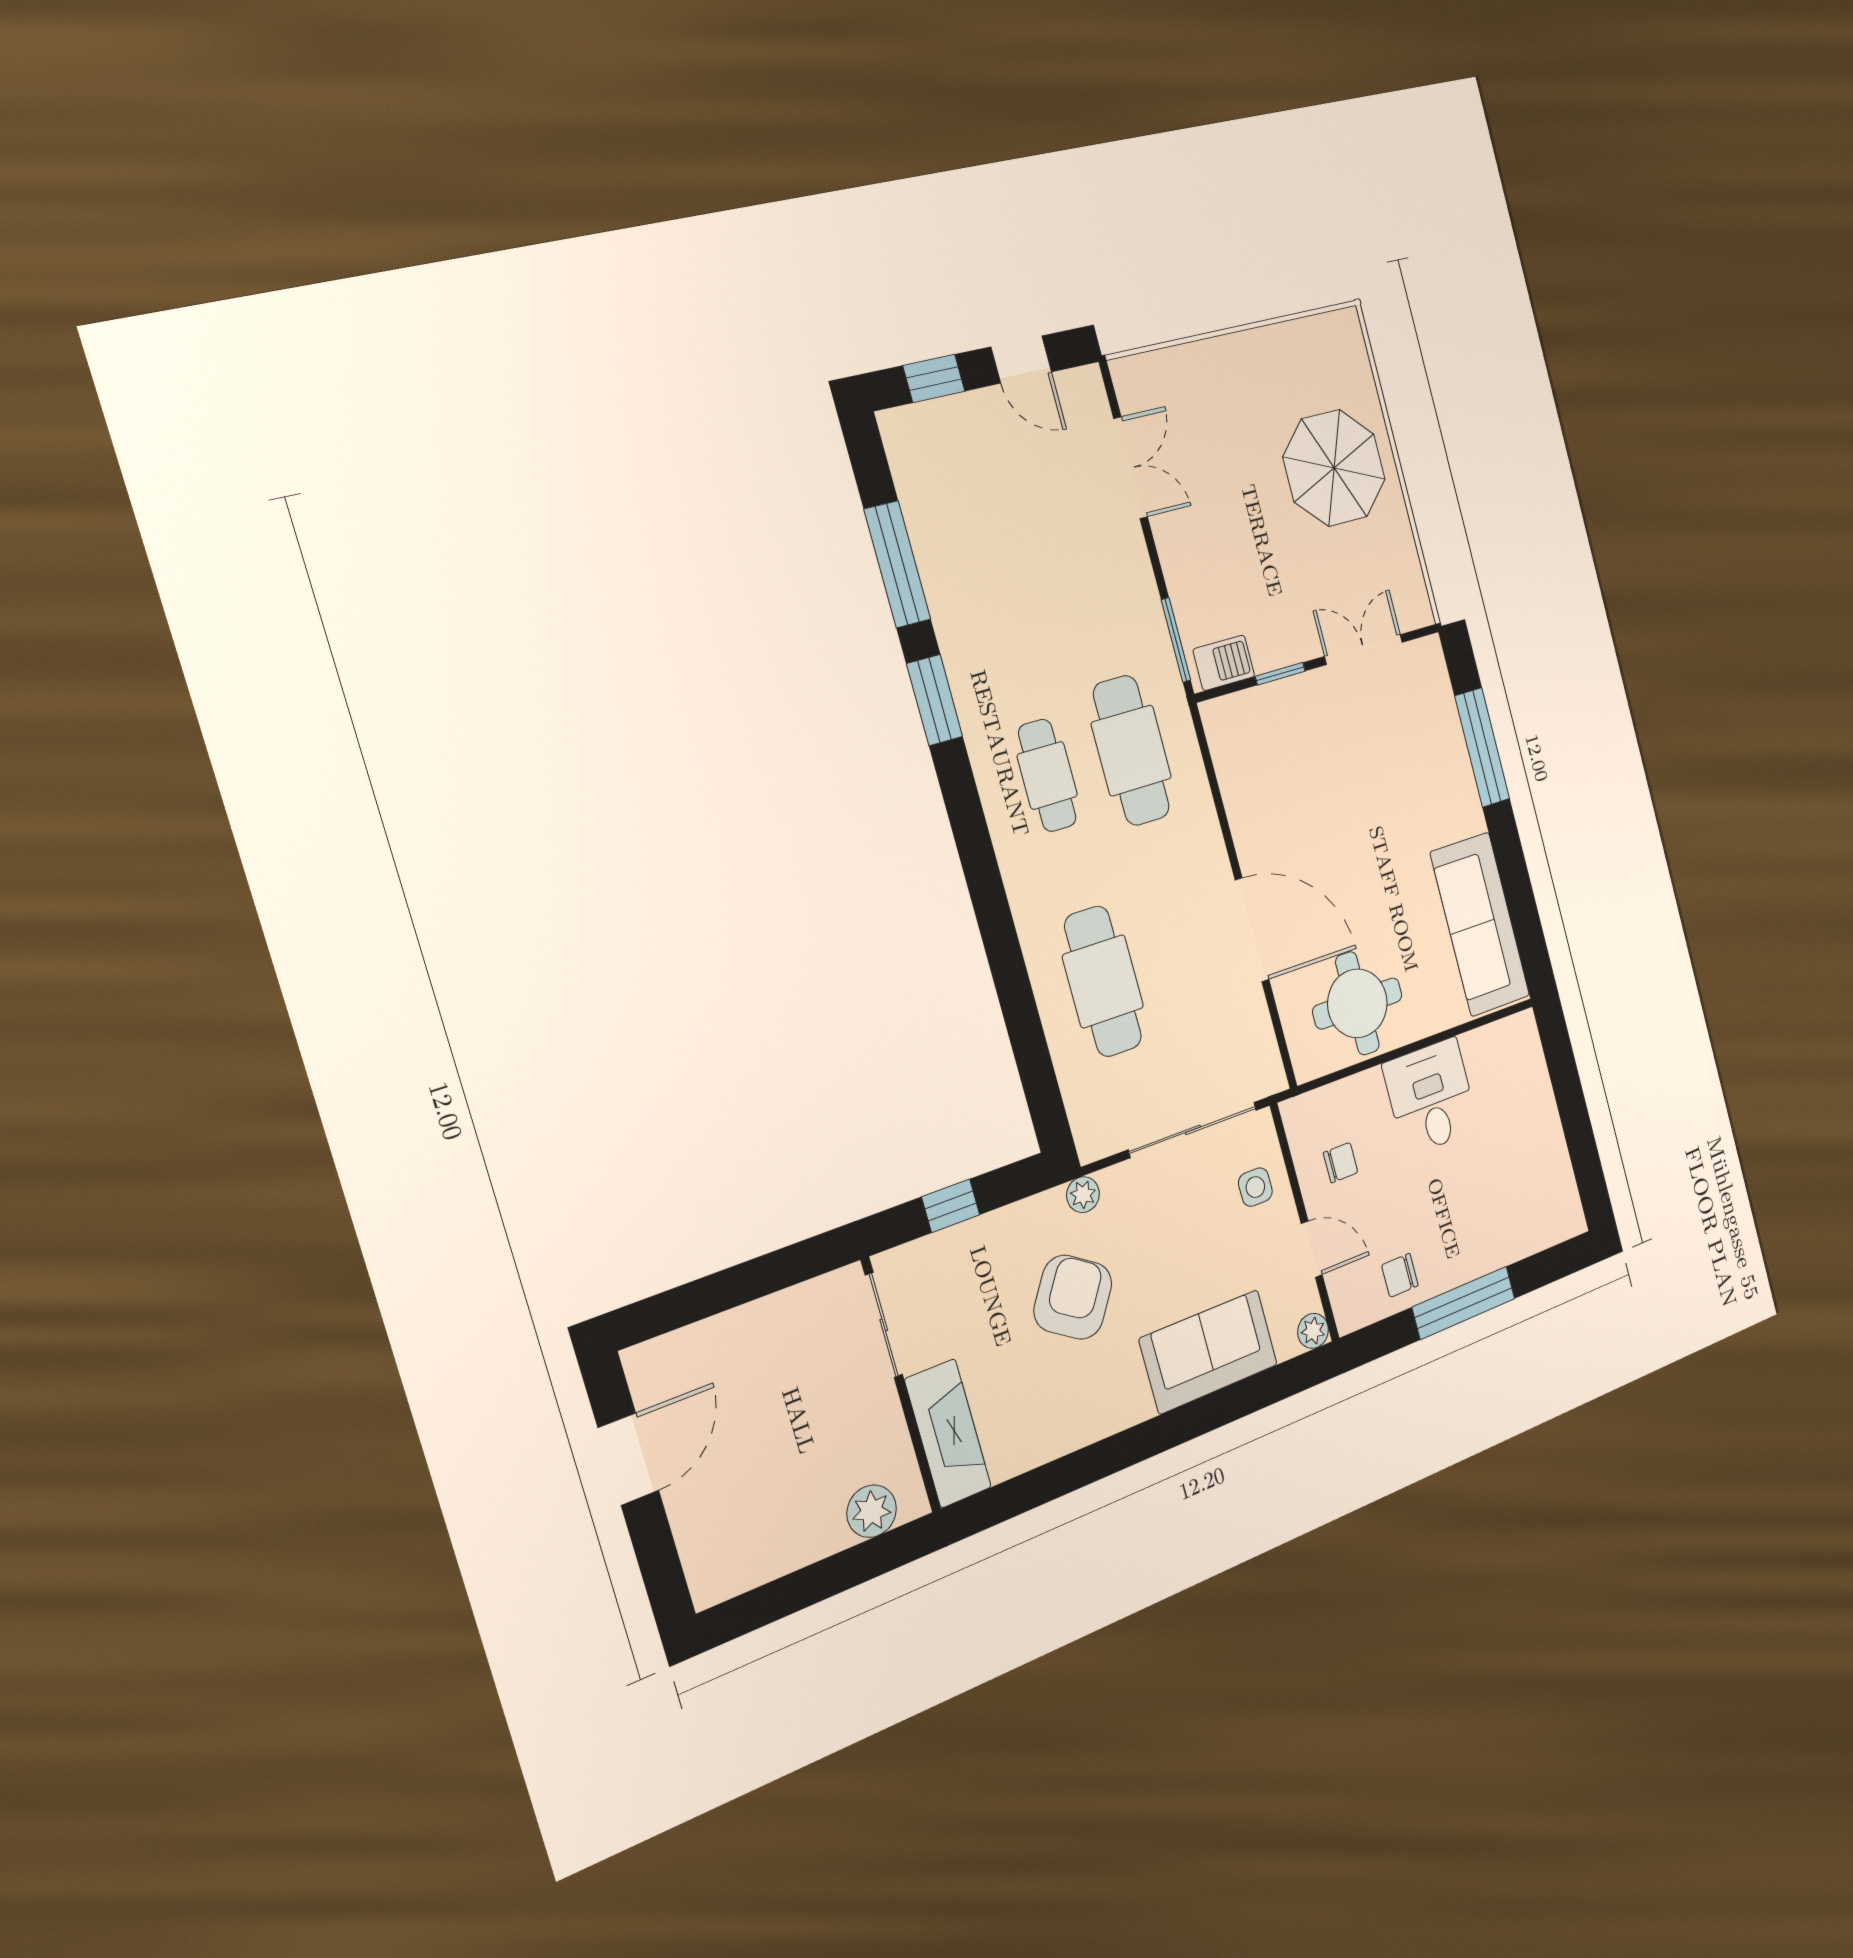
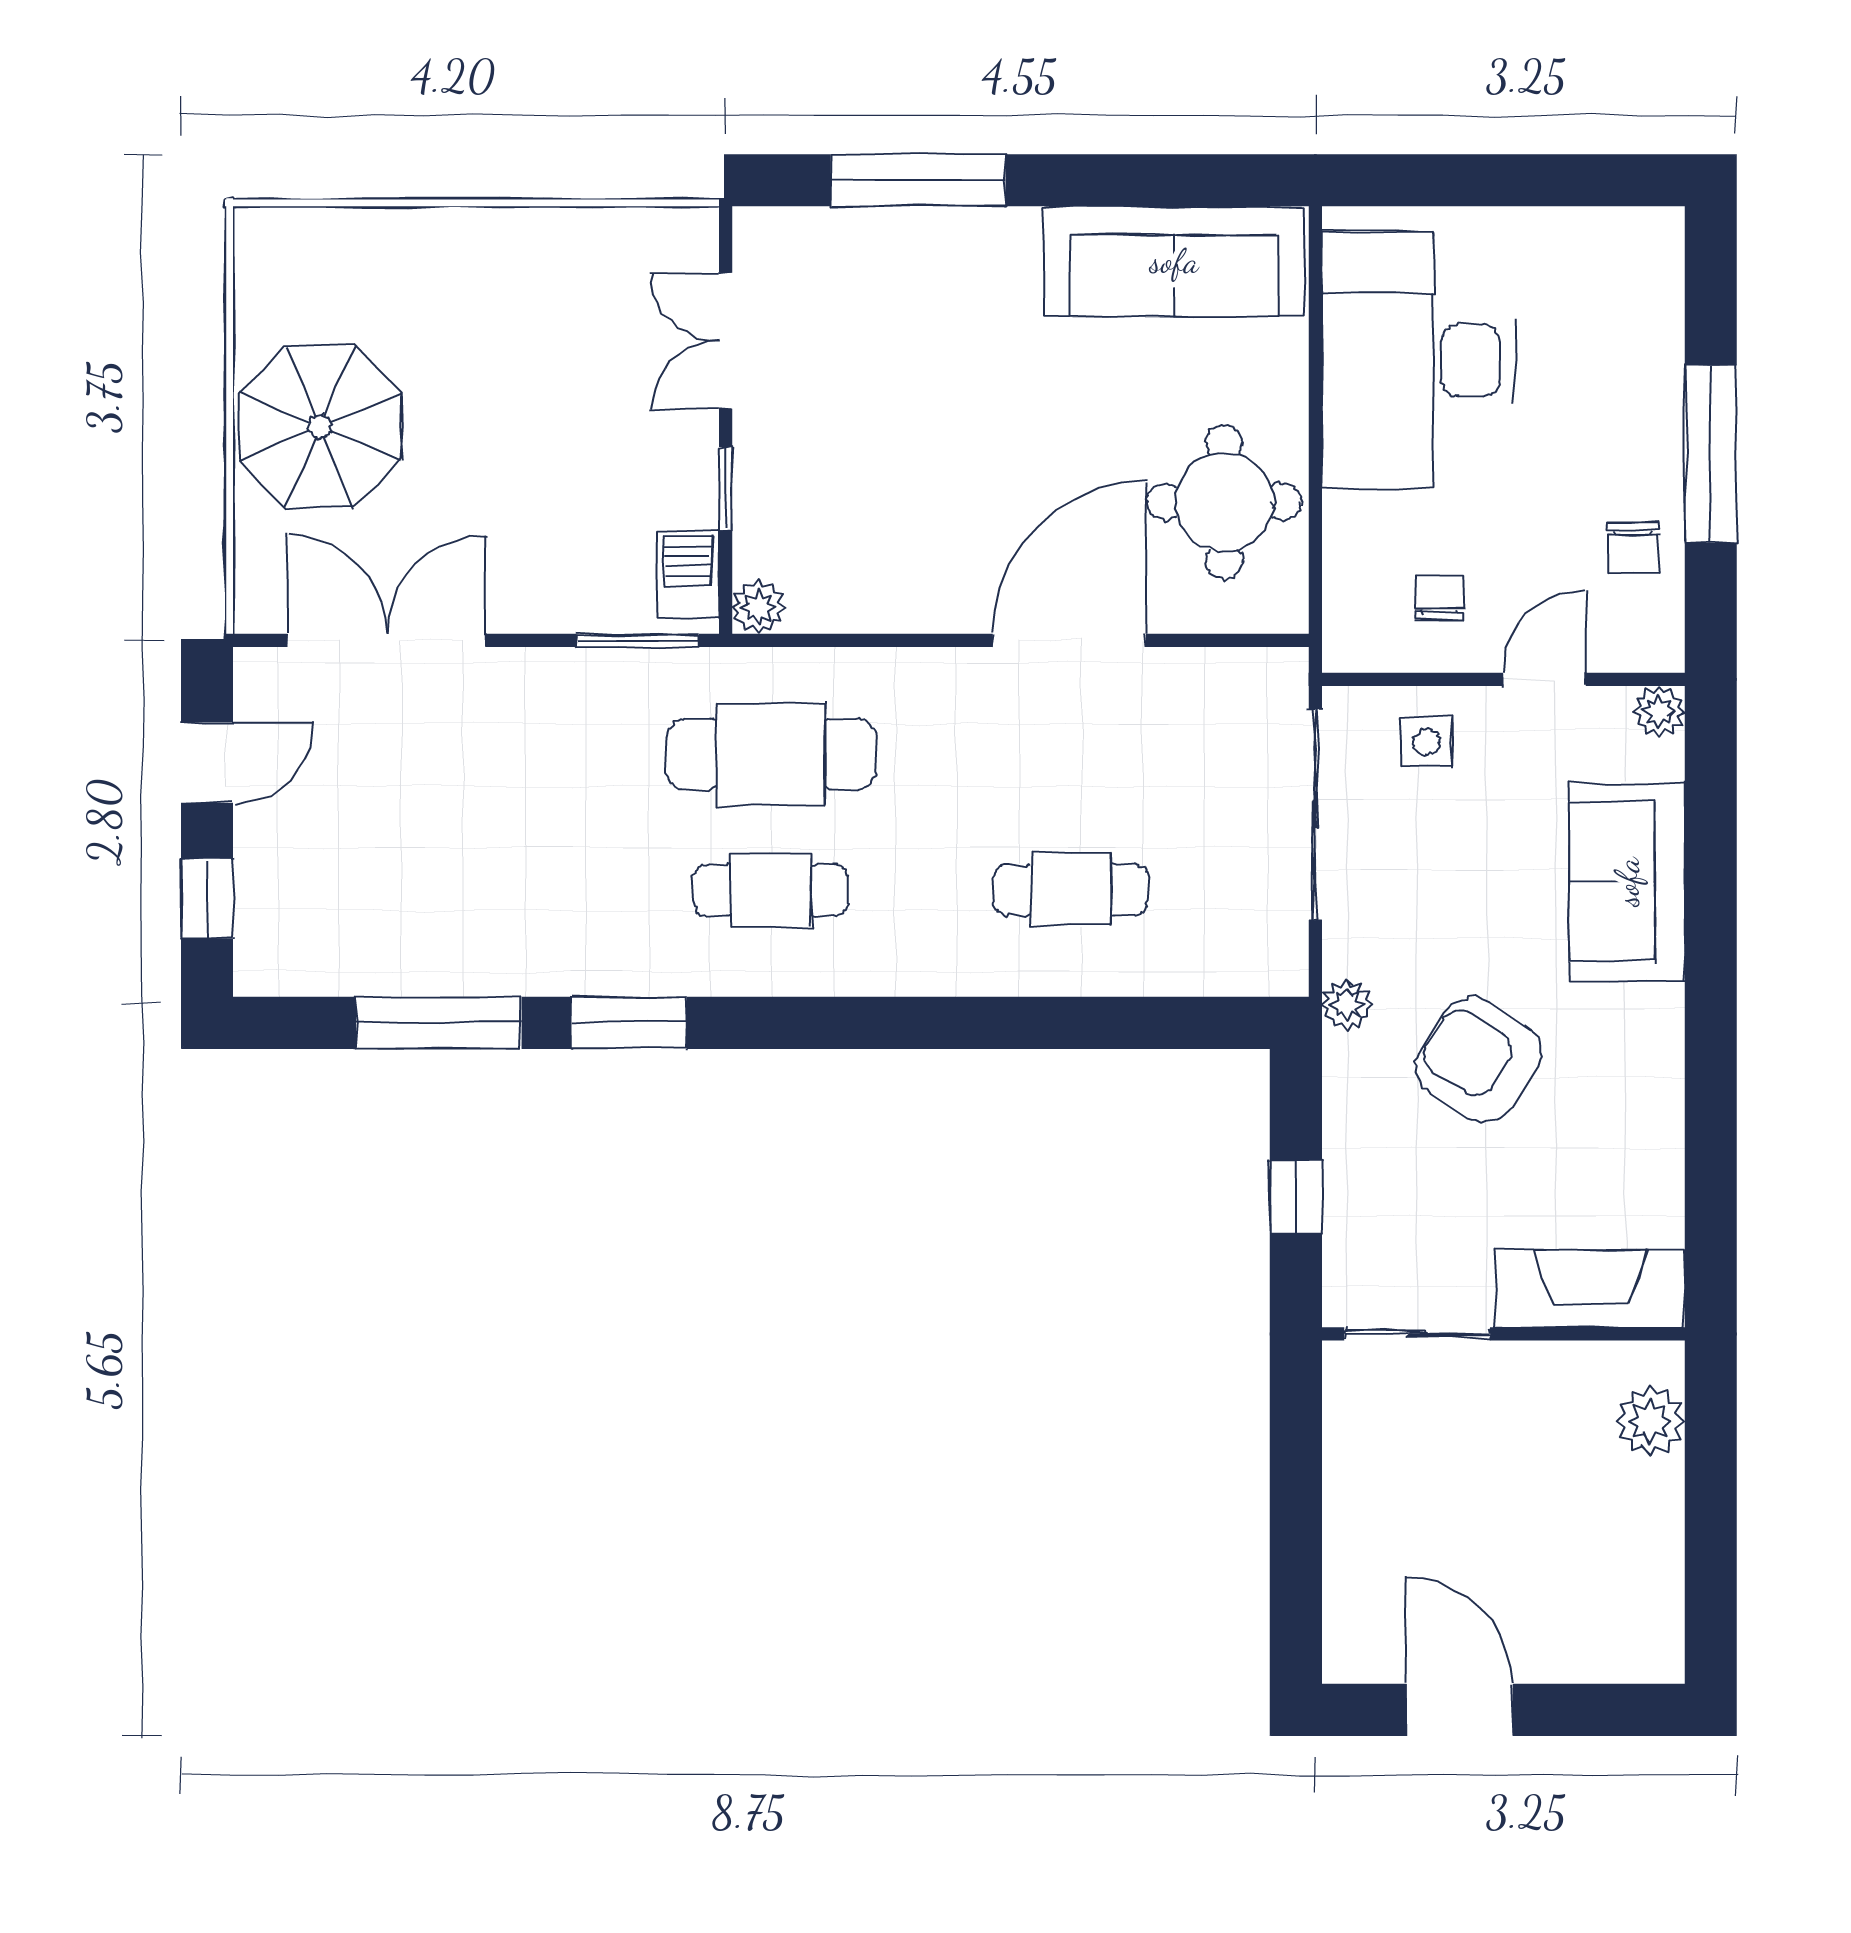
double door: (1131, 468) -> (387, 640), width x1.37
parasol: (1334, 468) -> (320, 427), moved
plant: (1217, 716) -> (759, 607), added
cafe table: (1103, 981) -> (1071, 890), width x0.73, depth x0.74
desk: (1431, 1097) -> (1418, 360), width x1.87, depth x1.30

